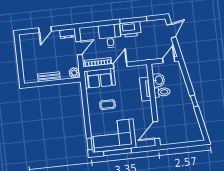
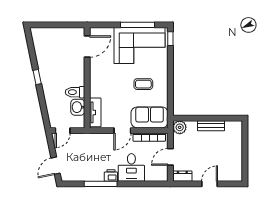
printer: (131, 29) -> (111, 176), width x0.53, depth x0.68
tv unit: (145, 89) -> (95, 112), moved

